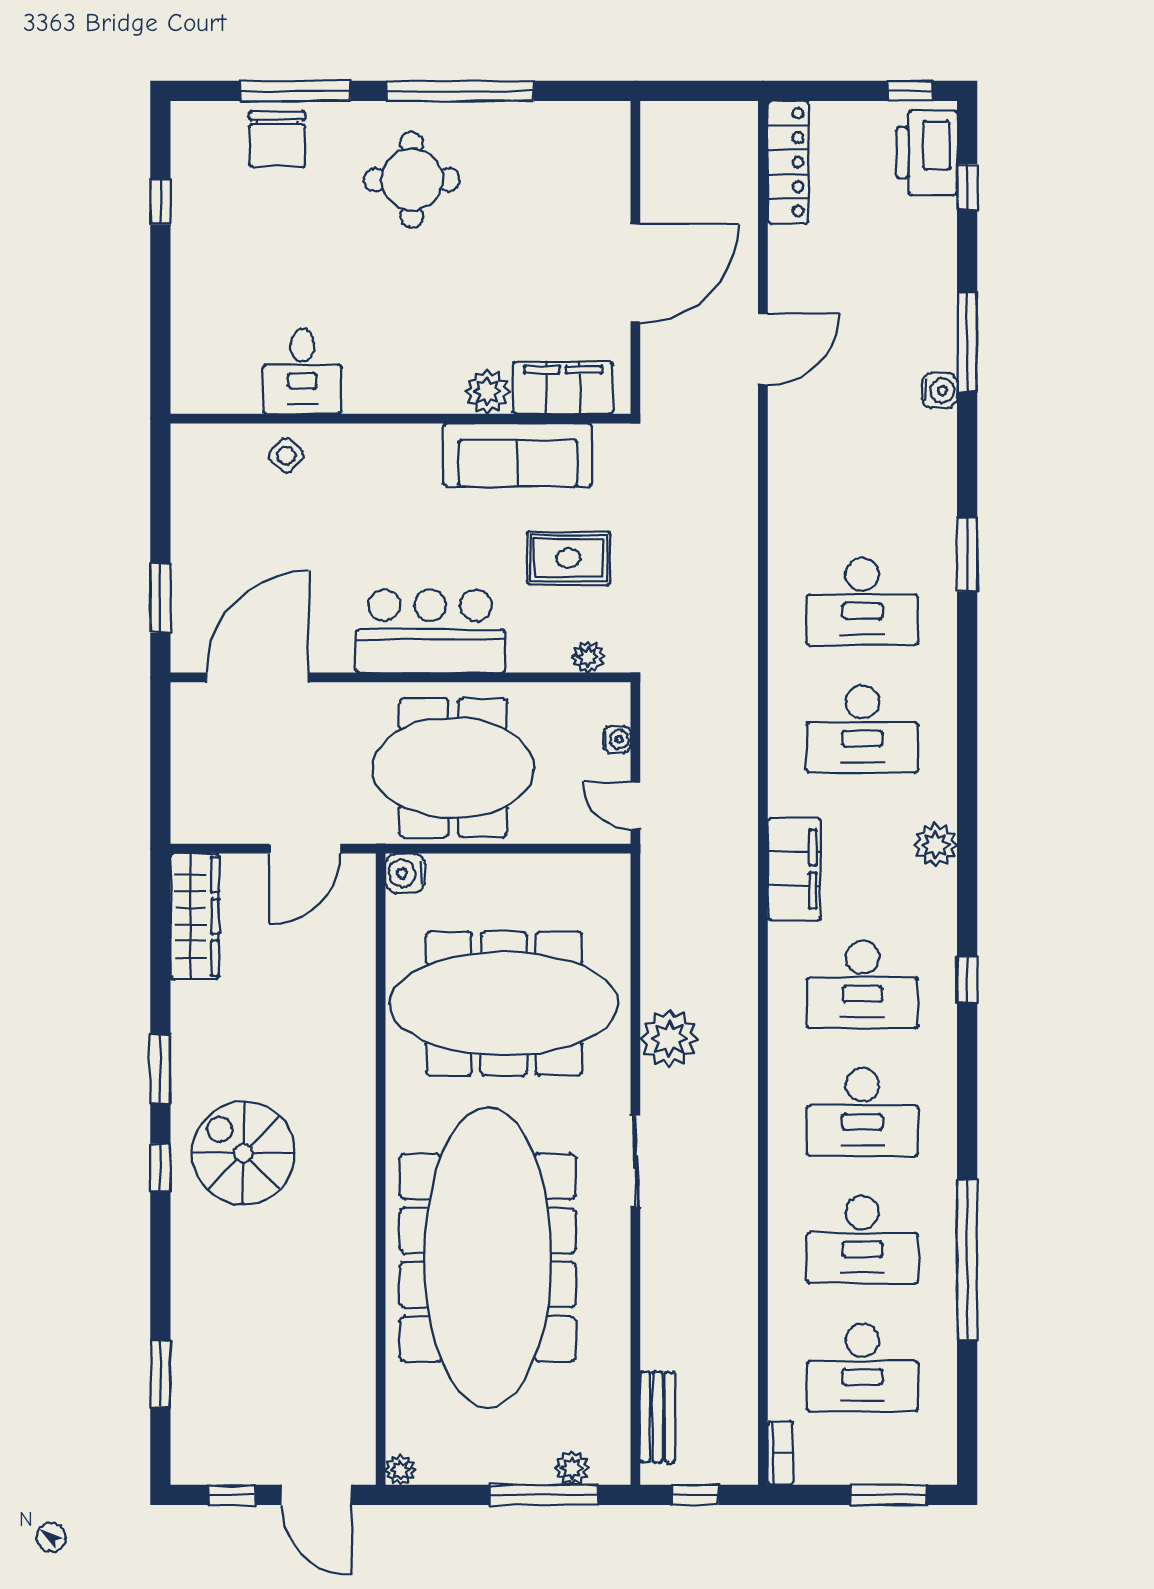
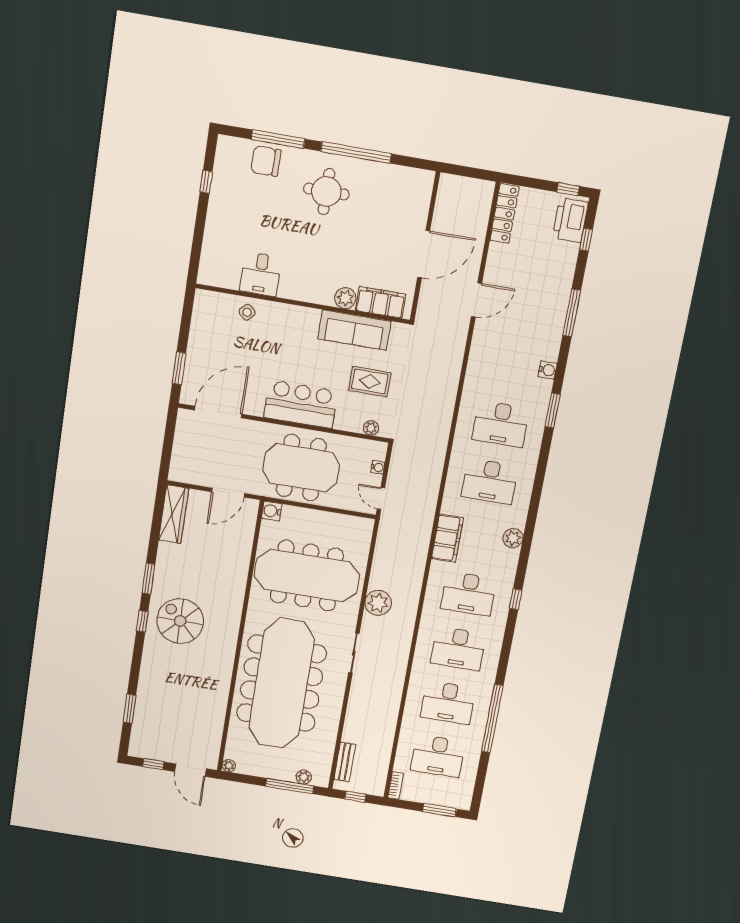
chair: (277, 139) -> (266, 161), turned 90
water cooler: (940, 390) -> (547, 370), moved

